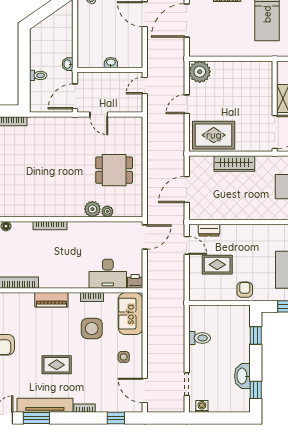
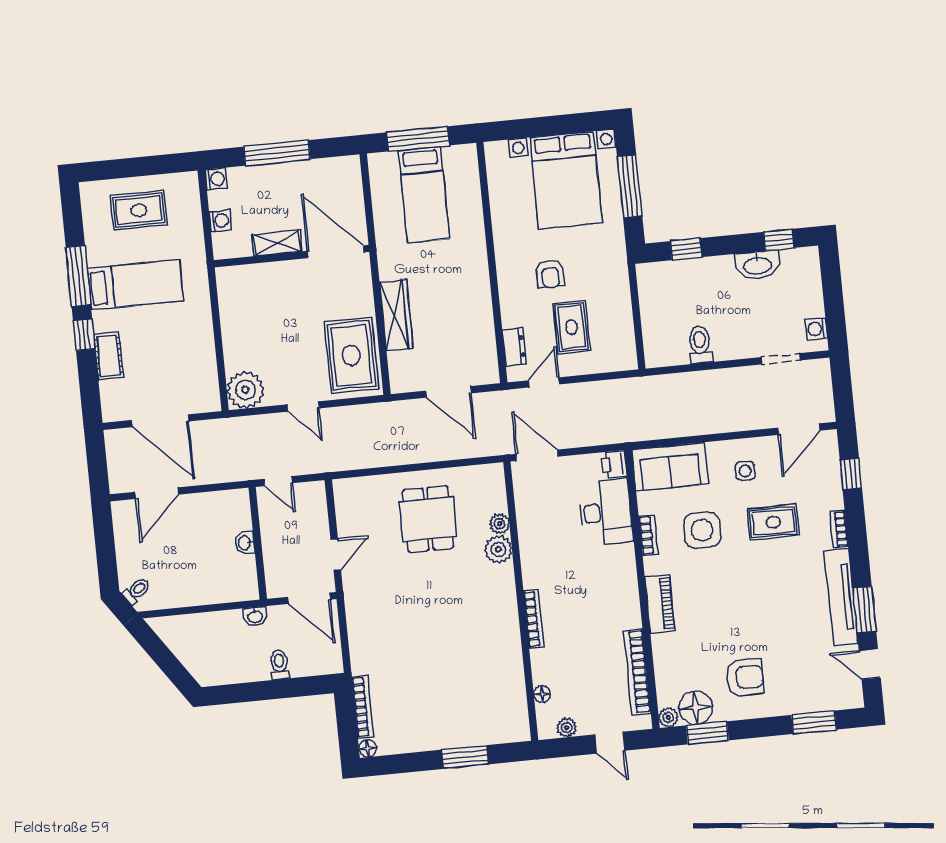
armchair: (245, 290) -> (550, 274), moved, turned -90
rug: (57, 365) -> (773, 522), moved, turned 90

